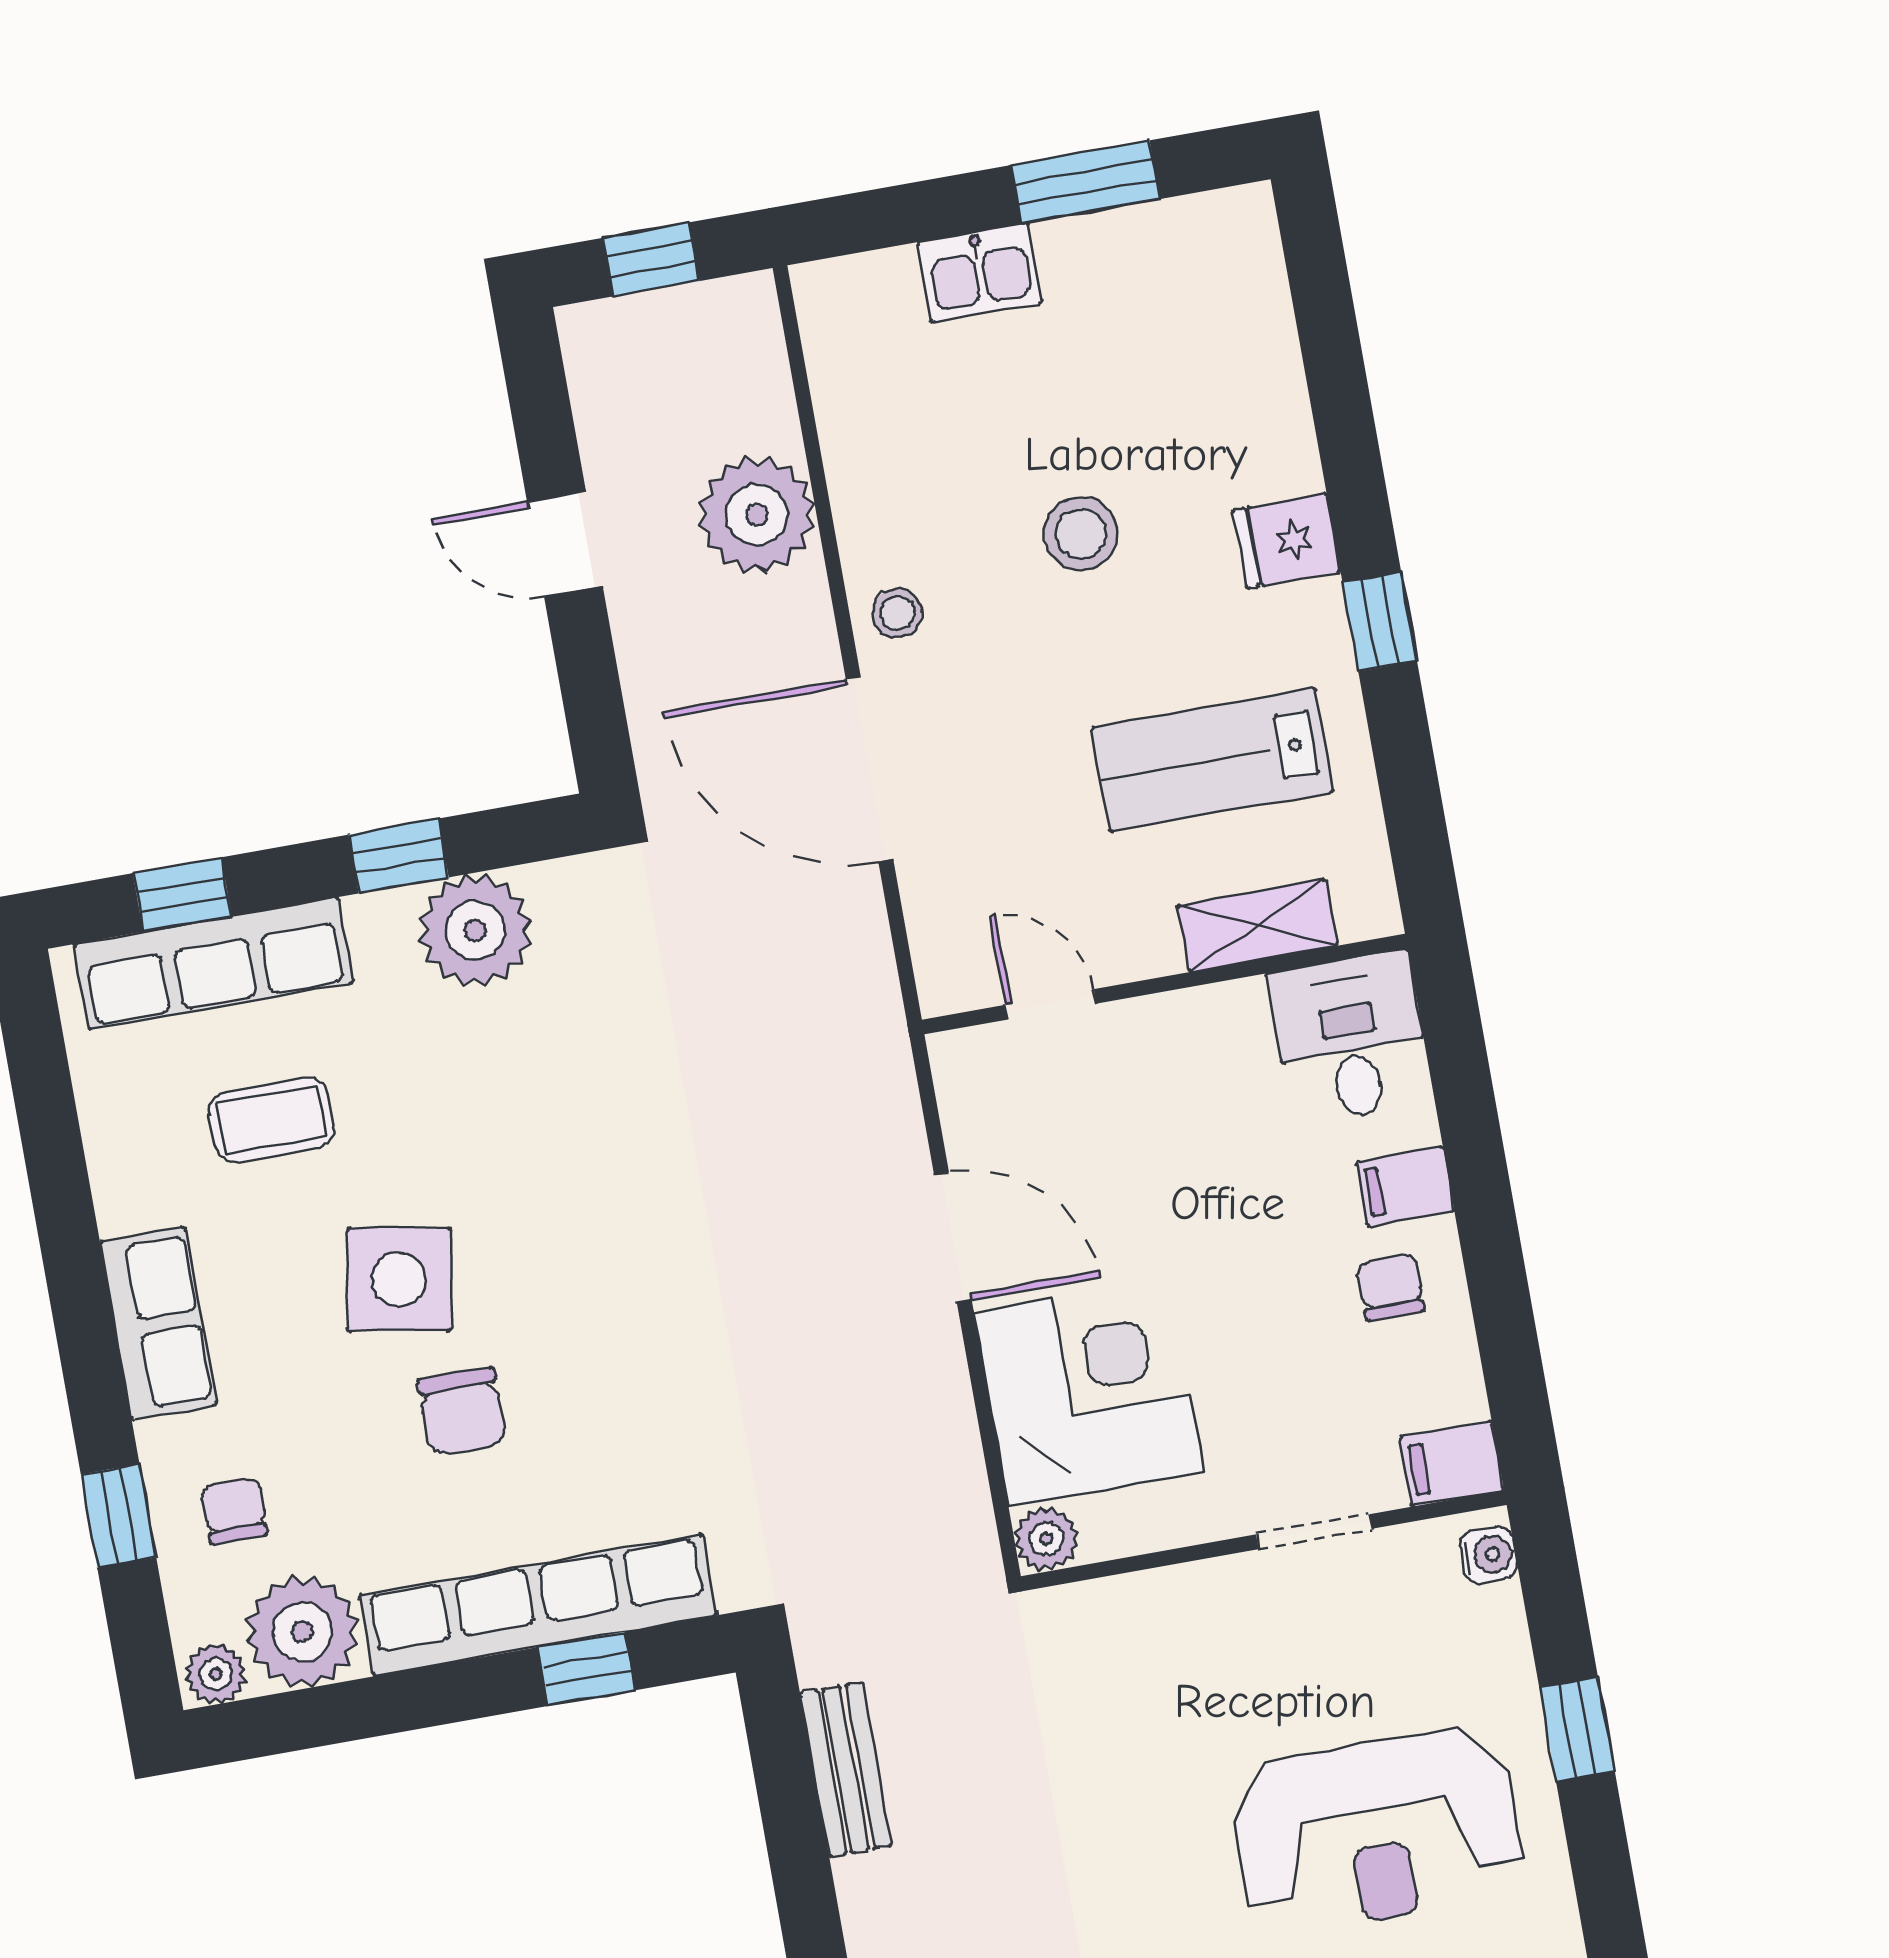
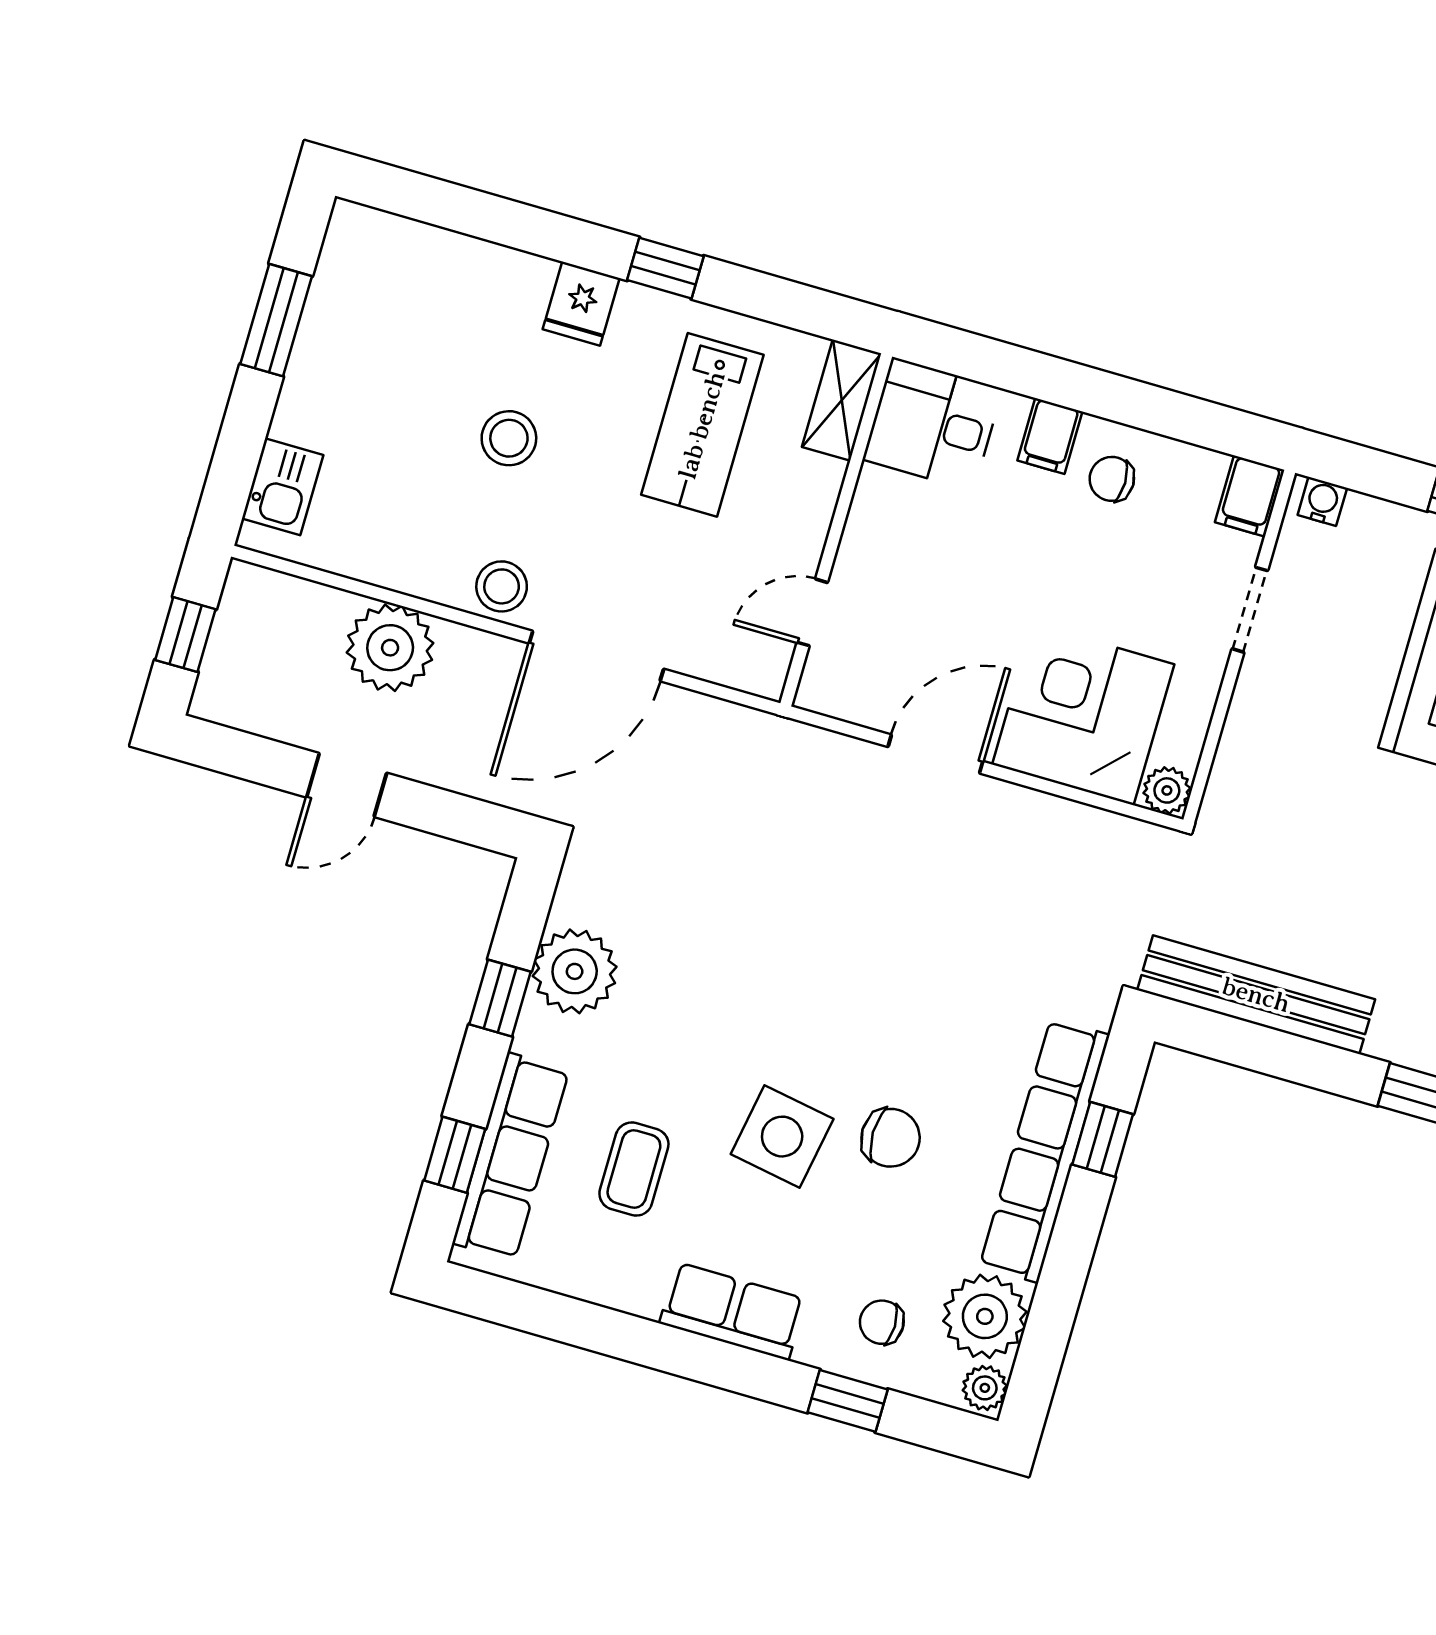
kitchen sink: (980, 273) -> (283, 487), moved
stool: (897, 613) -> (502, 586), width x1.37, depth x1.37
shelving: (1257, 925) -> (842, 400), moved
bench: (846, 1769) -> (1256, 995), width x1.86, depth x1.21

